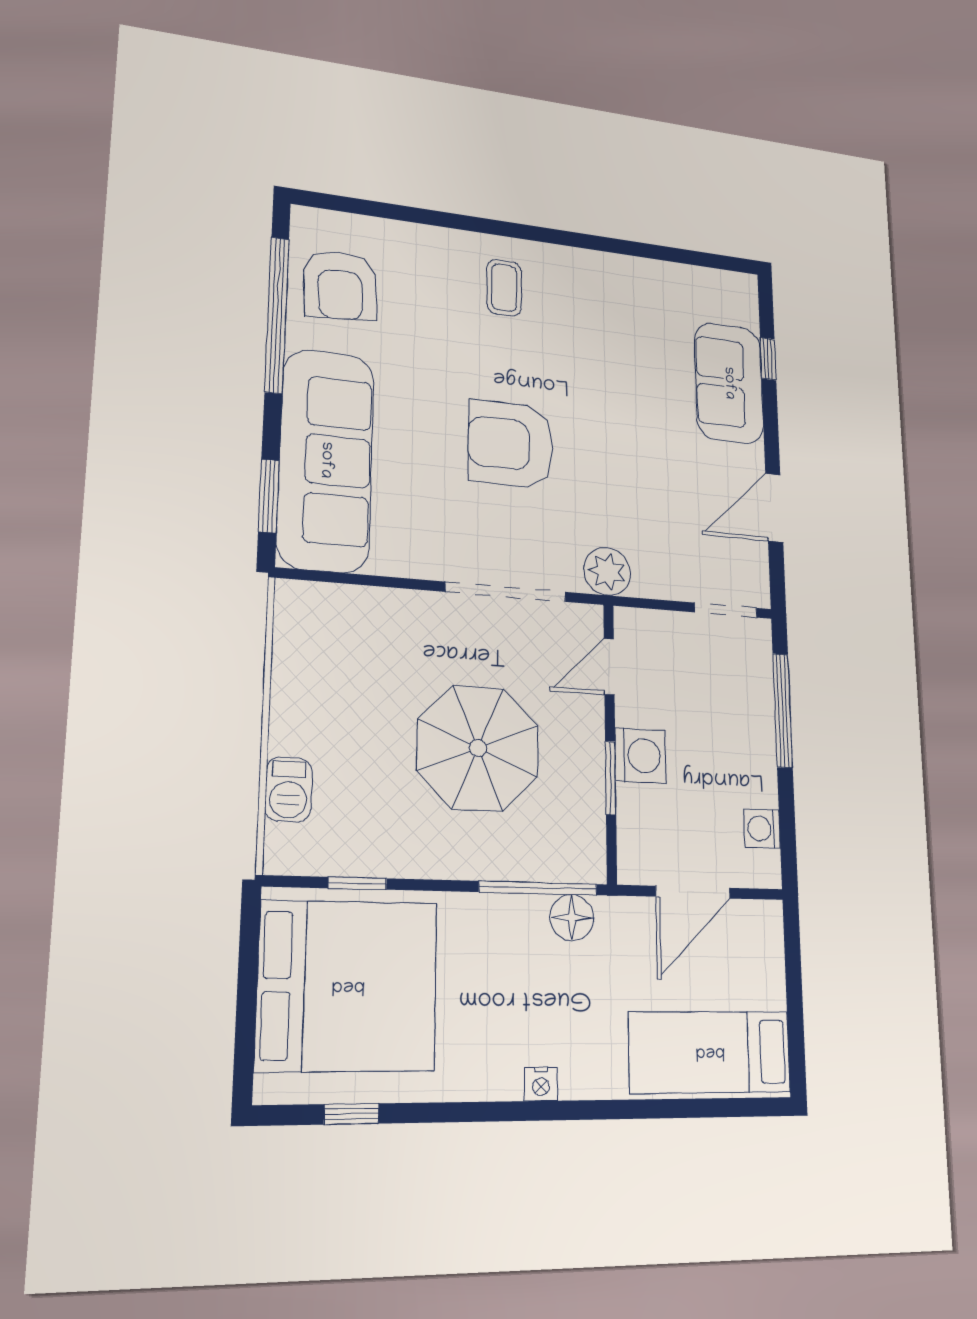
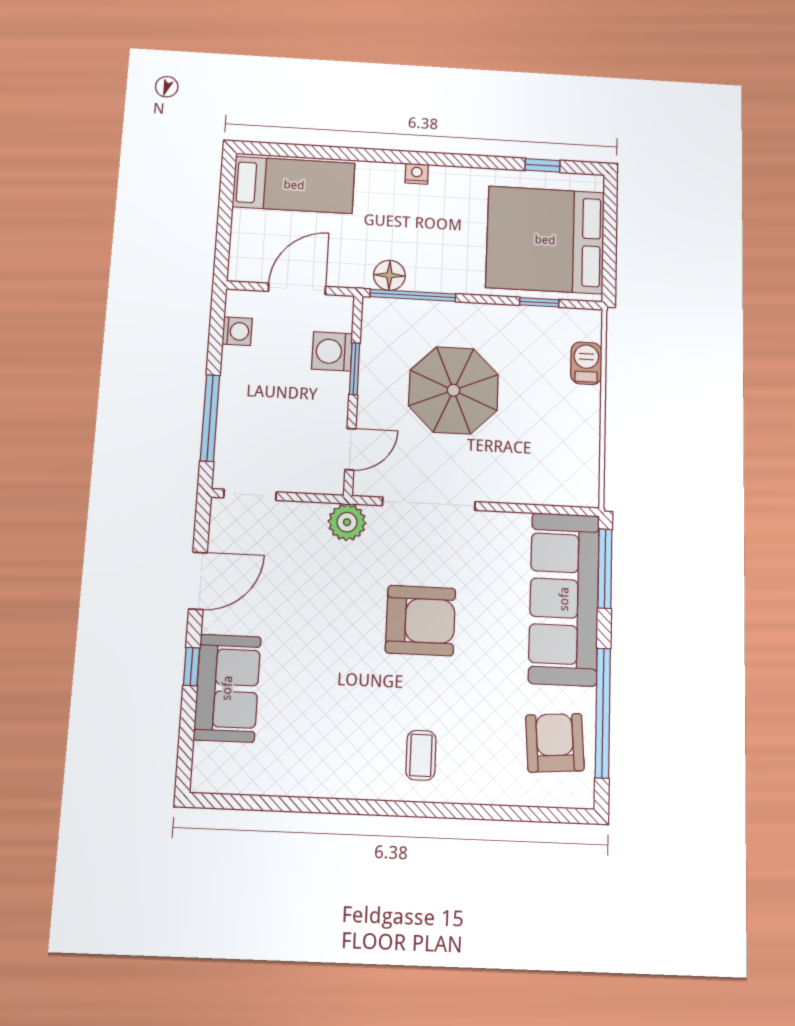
window: (768, 359) -> (192, 667), moved
window: (269, 496) -> (605, 569), width x1.44
washing machine: (640, 756) -> (332, 351), moved

